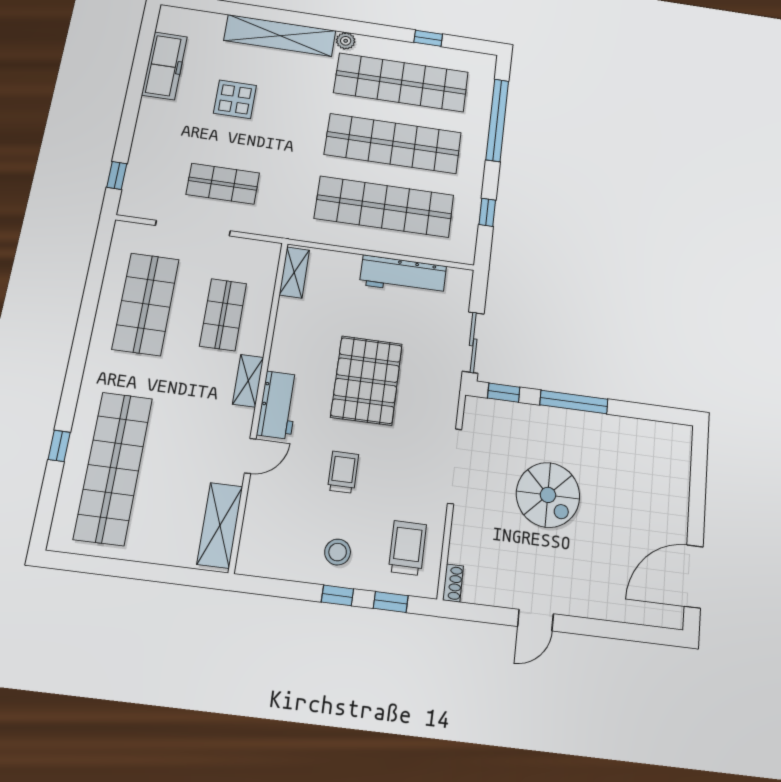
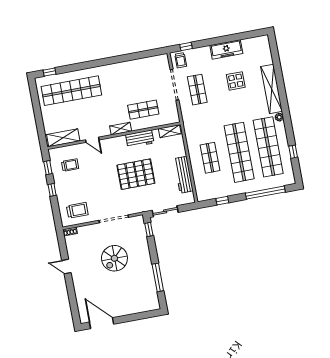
freezer: (165, 66) -> (226, 49), moved
trolley: (143, 197) -> (181, 60), added
shop shelf: (384, 207) -> (210, 158), width x0.50, depth x0.74
shop shelf: (146, 304) -> (137, 78), removed
window: (574, 402) -> (158, 277), moved
workbench: (278, 405) -> (140, 139), moved
window: (59, 446) -> (49, 72), moved
trolley: (343, 472) -> (70, 165), moved
stool: (338, 552) -> (68, 185), removed
window: (391, 602) -> (48, 168), moved

